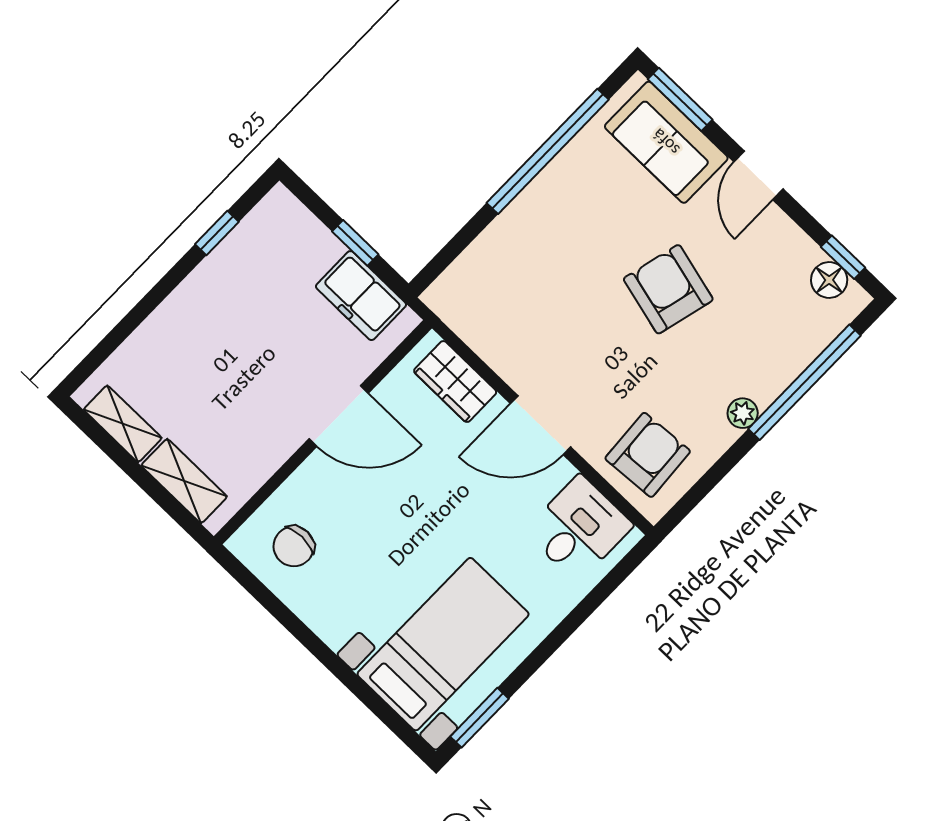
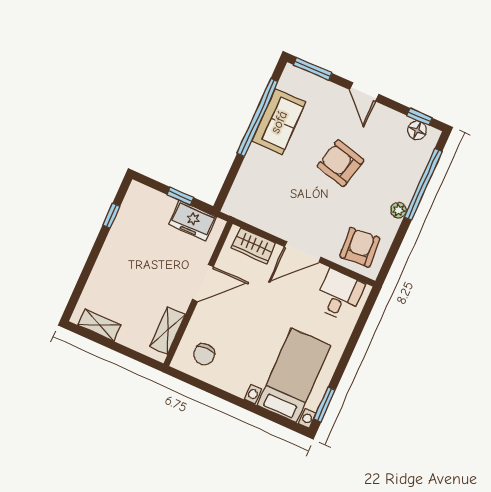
sofa: (666, 142) -> (279, 122), moved, turned -90
shelving: (184, 481) -> (167, 331), moved, turned 90

